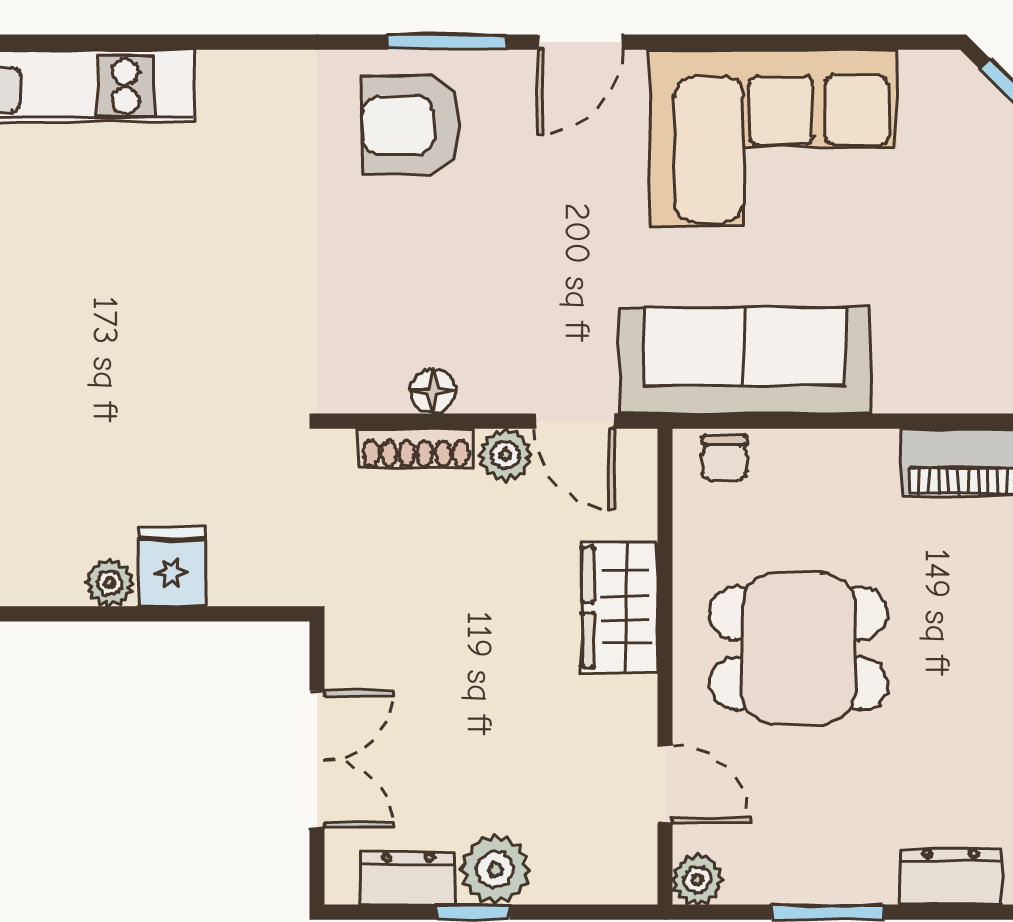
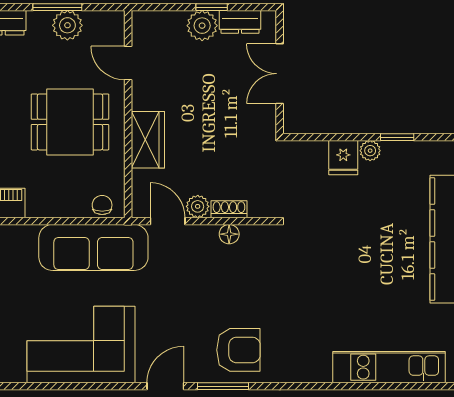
shoe rack: (416, 448) -> (229, 209), width x0.70
window: (48, 614) -> (397, 137), added
plant: (697, 880) -> (67, 25), moved, width x1.38, depth x1.38

